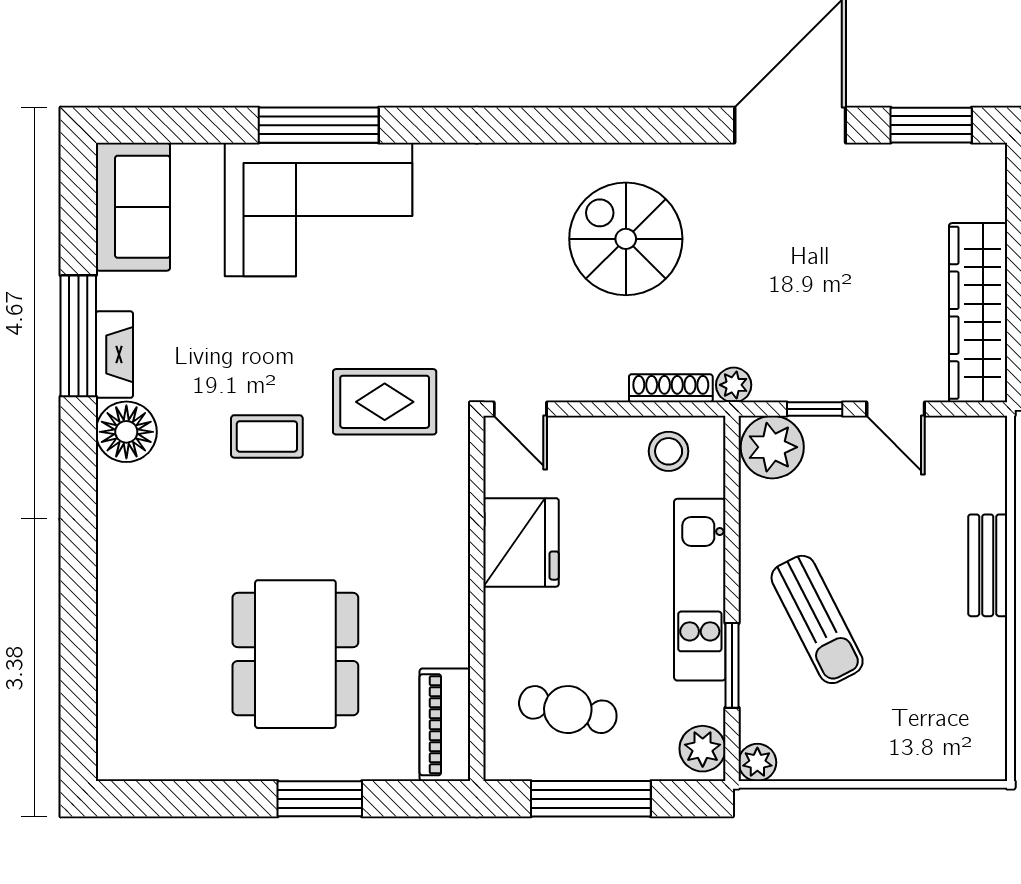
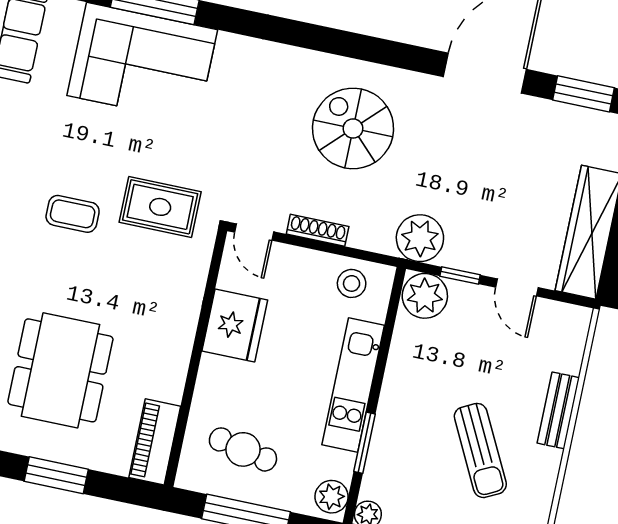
plant: (734, 385) -> (420, 238), width x1.87, depth x1.87
shoe rack: (671, 388) -> (318, 230), moved
sun lounger: (817, 619) -> (480, 450), moved

